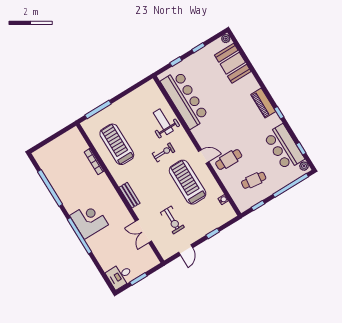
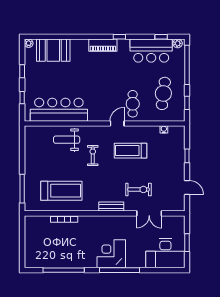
treadmill: (117, 144) -> (61, 191), turned 180
cafe table: (254, 180) -> (163, 93), width x1.37, depth x1.35
treadmill: (188, 182) -> (130, 151), width x0.73, depth x0.73
exercise bike: (172, 220) -> (139, 189), moved
desk: (120, 276) -> (165, 253), width x1.87, depth x1.30

